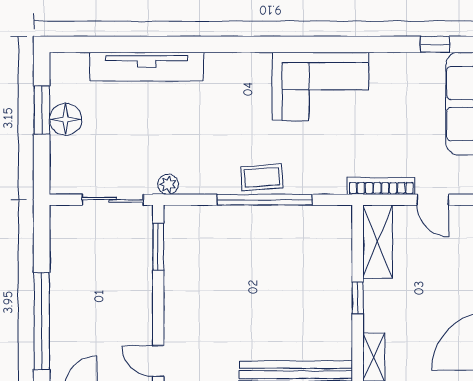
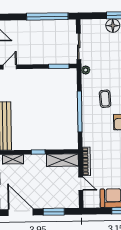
coffee table: (262, 177) -> (105, 99), moved
door: (433, 200) -> (81, 184), swing flipped
window: (42, 321) -> (47, 16), moved

